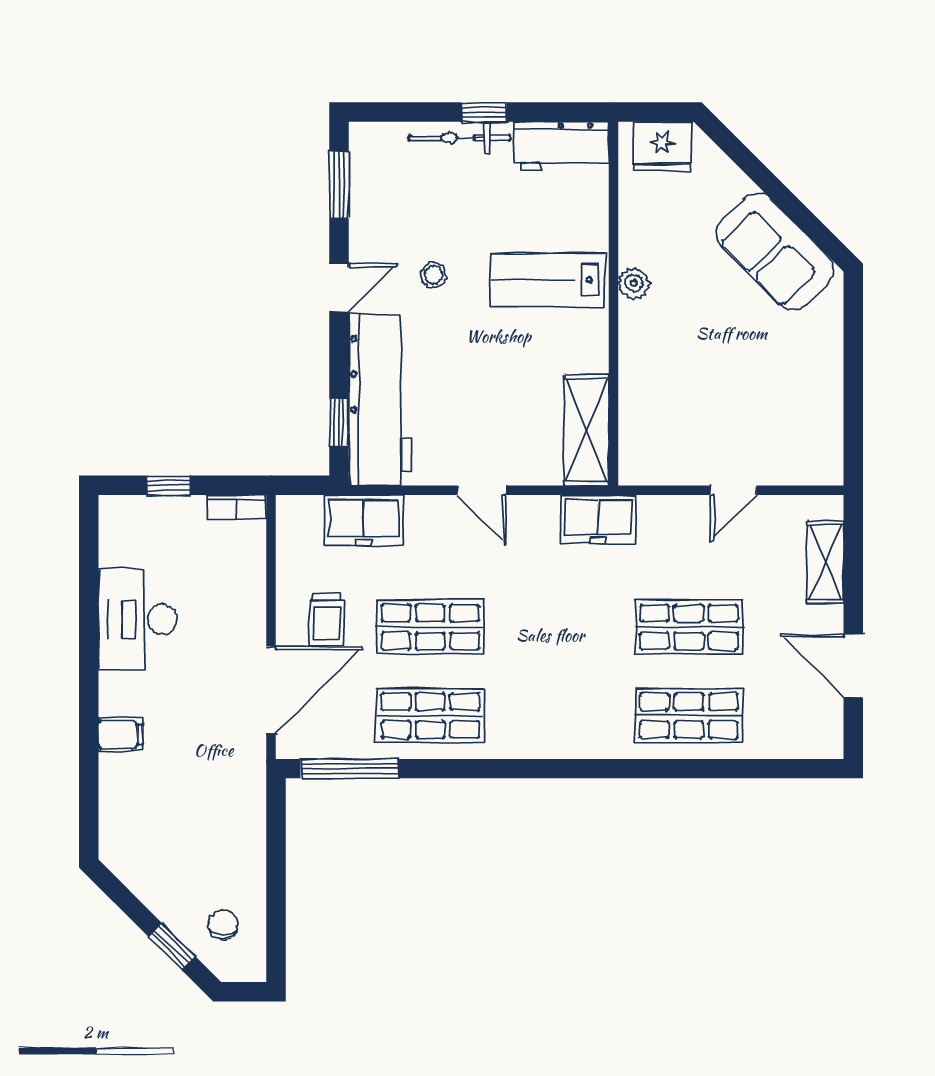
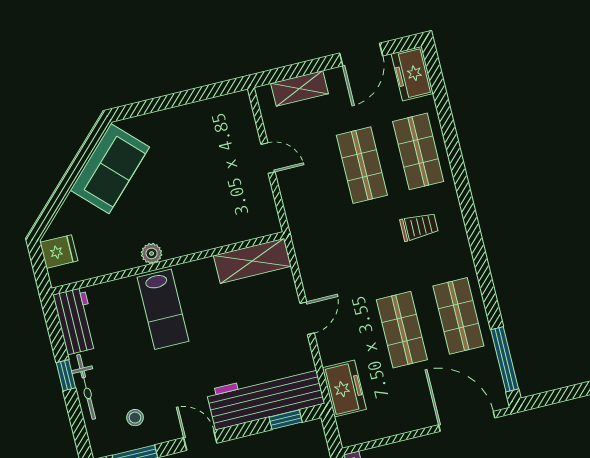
fridge: (662, 146) -> (59, 252), width x0.72
stool: (433, 275) -> (135, 418), moved
freezer: (598, 519) -> (412, 74), moved, turned 180
trolley: (327, 620) -> (419, 227), moved

